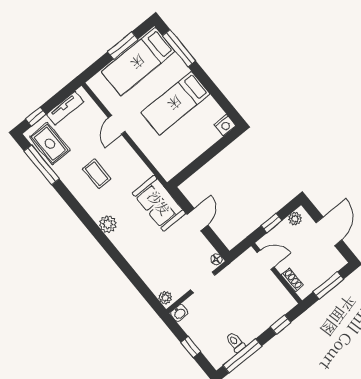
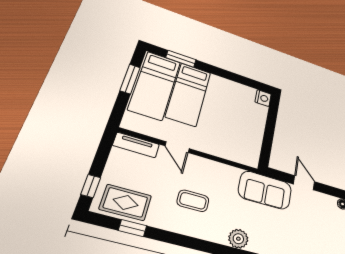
window: (179, 48) -> (181, 59), width x0.69
bed: (175, 103) -> (188, 94), moved
tv unit: (65, 108) -> (136, 145), moved, turned 90
window: (42, 165) -> (132, 228), width x0.46

